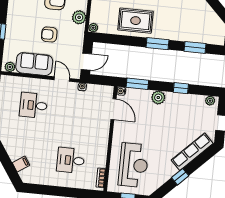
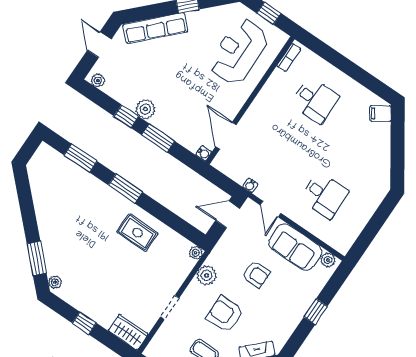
rug: (136, 21) -> (137, 233), width x0.73, depth x0.70
window: (137, 84) -> (158, 138), moved
plant: (158, 97) -> (145, 109), moved
filing cabinet: (21, 164) -> (380, 114), moved

